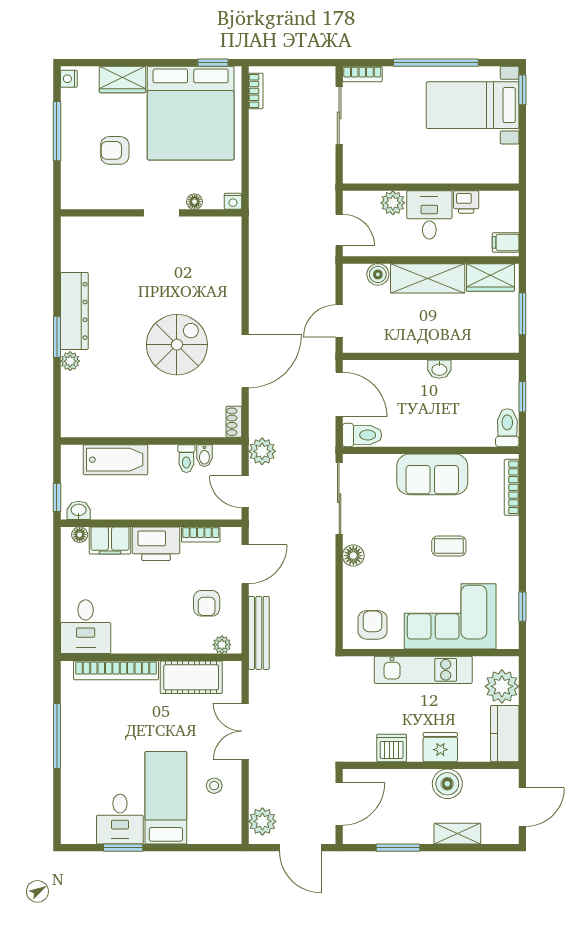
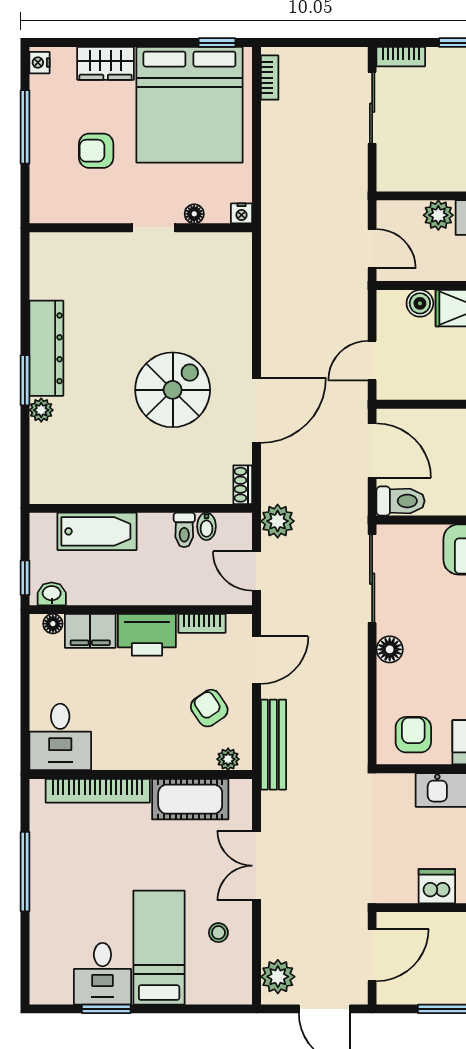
armchair: (207, 603) -> (209, 708), turned 146

